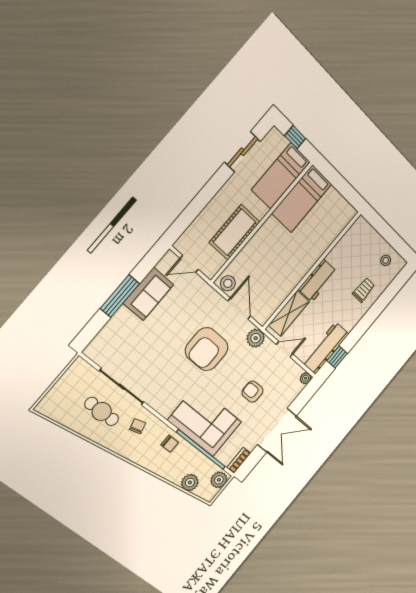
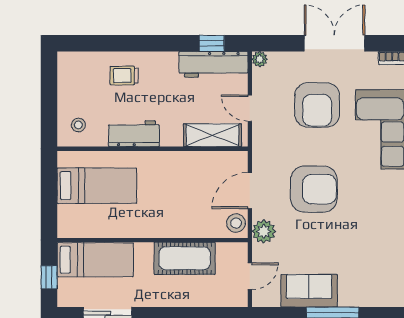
bed: (302, 199) -> (97, 186), moved
stool: (386, 260) -> (78, 125), moved
door: (189, 264) -> (250, 276), hinge flipped
workbench: (318, 280) -> (134, 134), moved
plant: (256, 338) -> (264, 231), moved
armchair: (252, 392) -> (317, 105), width x1.88, depth x1.88

